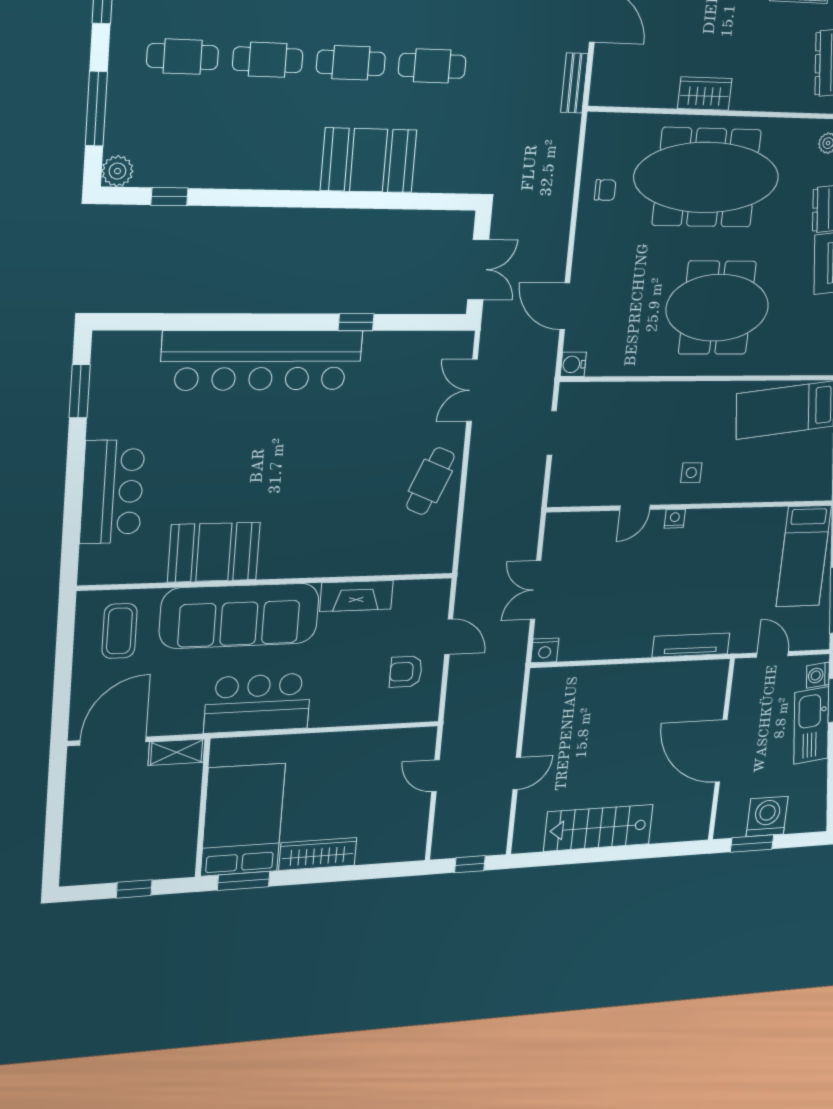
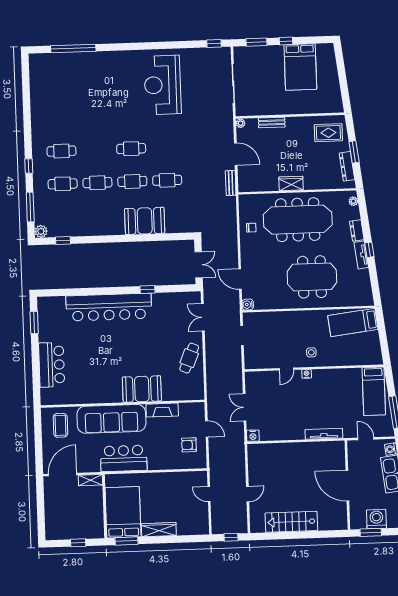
booth: (214, 552) -> (142, 389), moved

